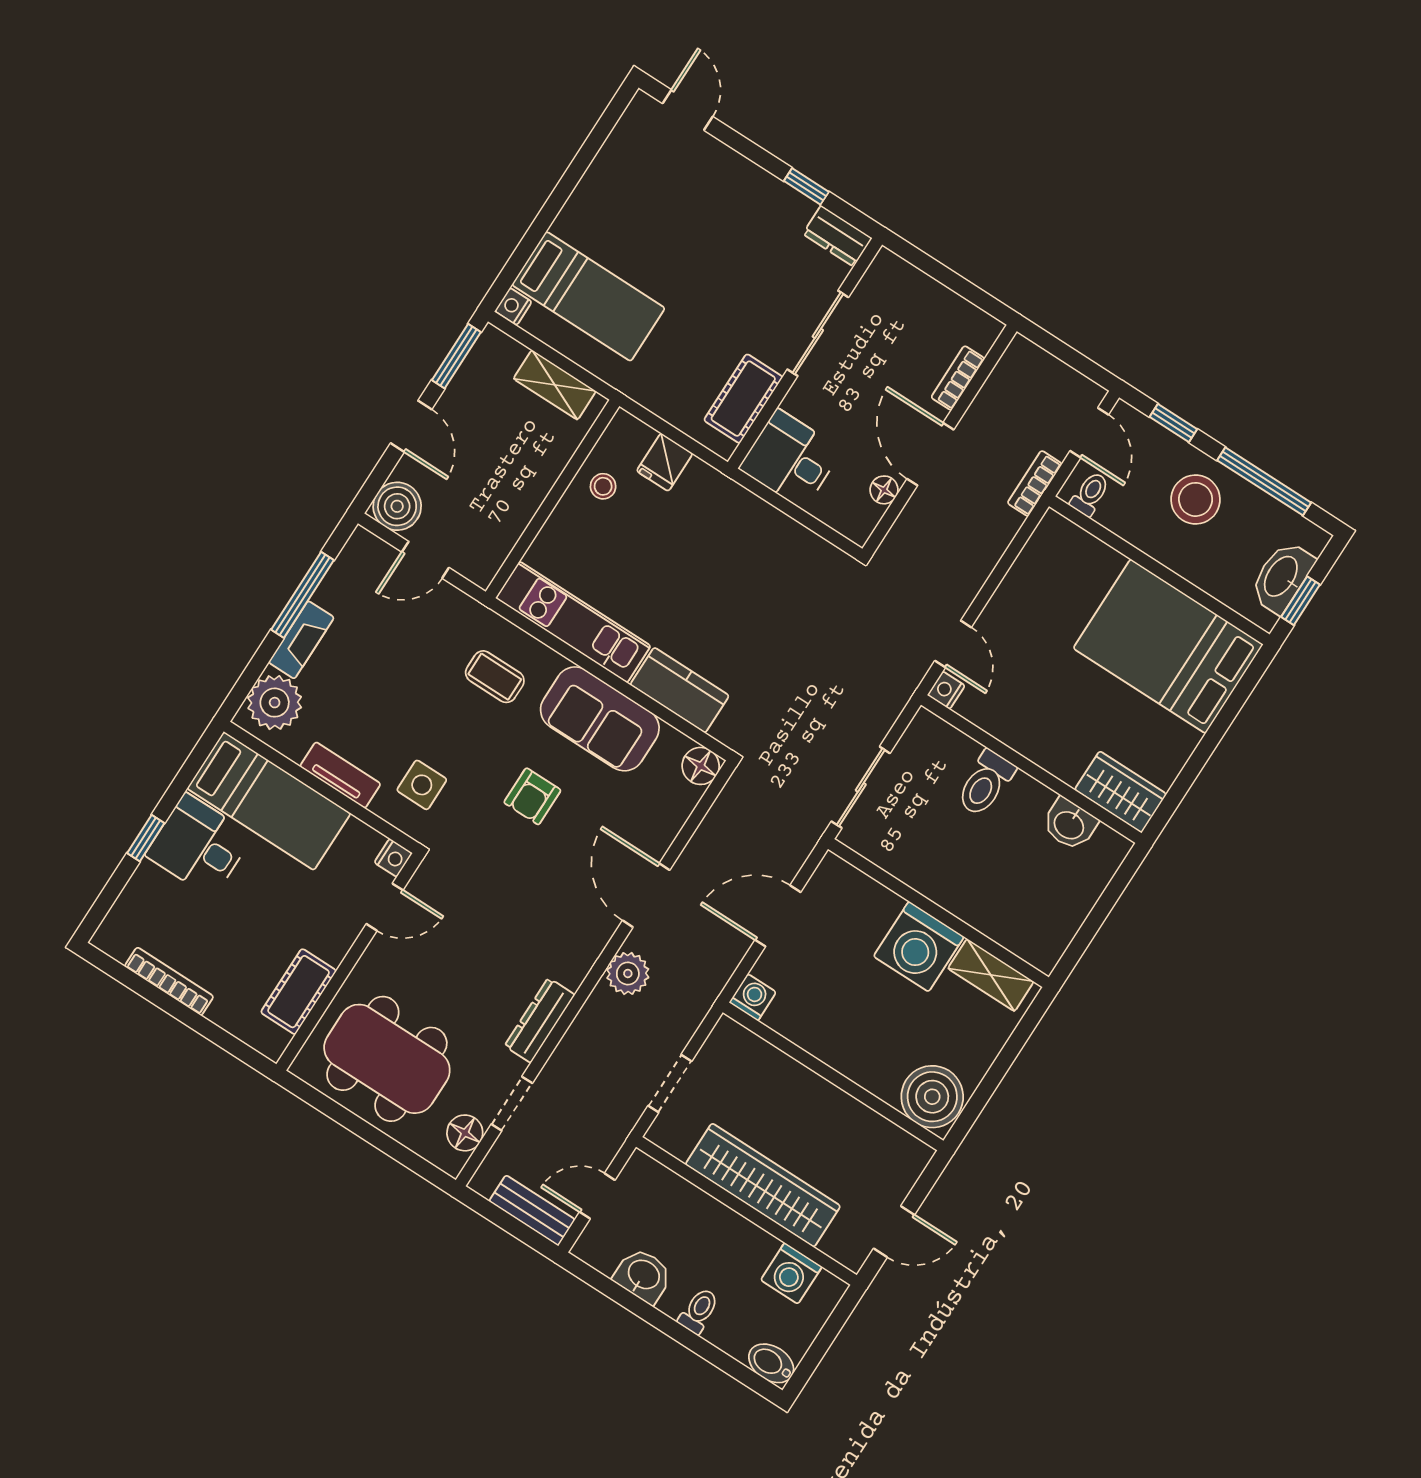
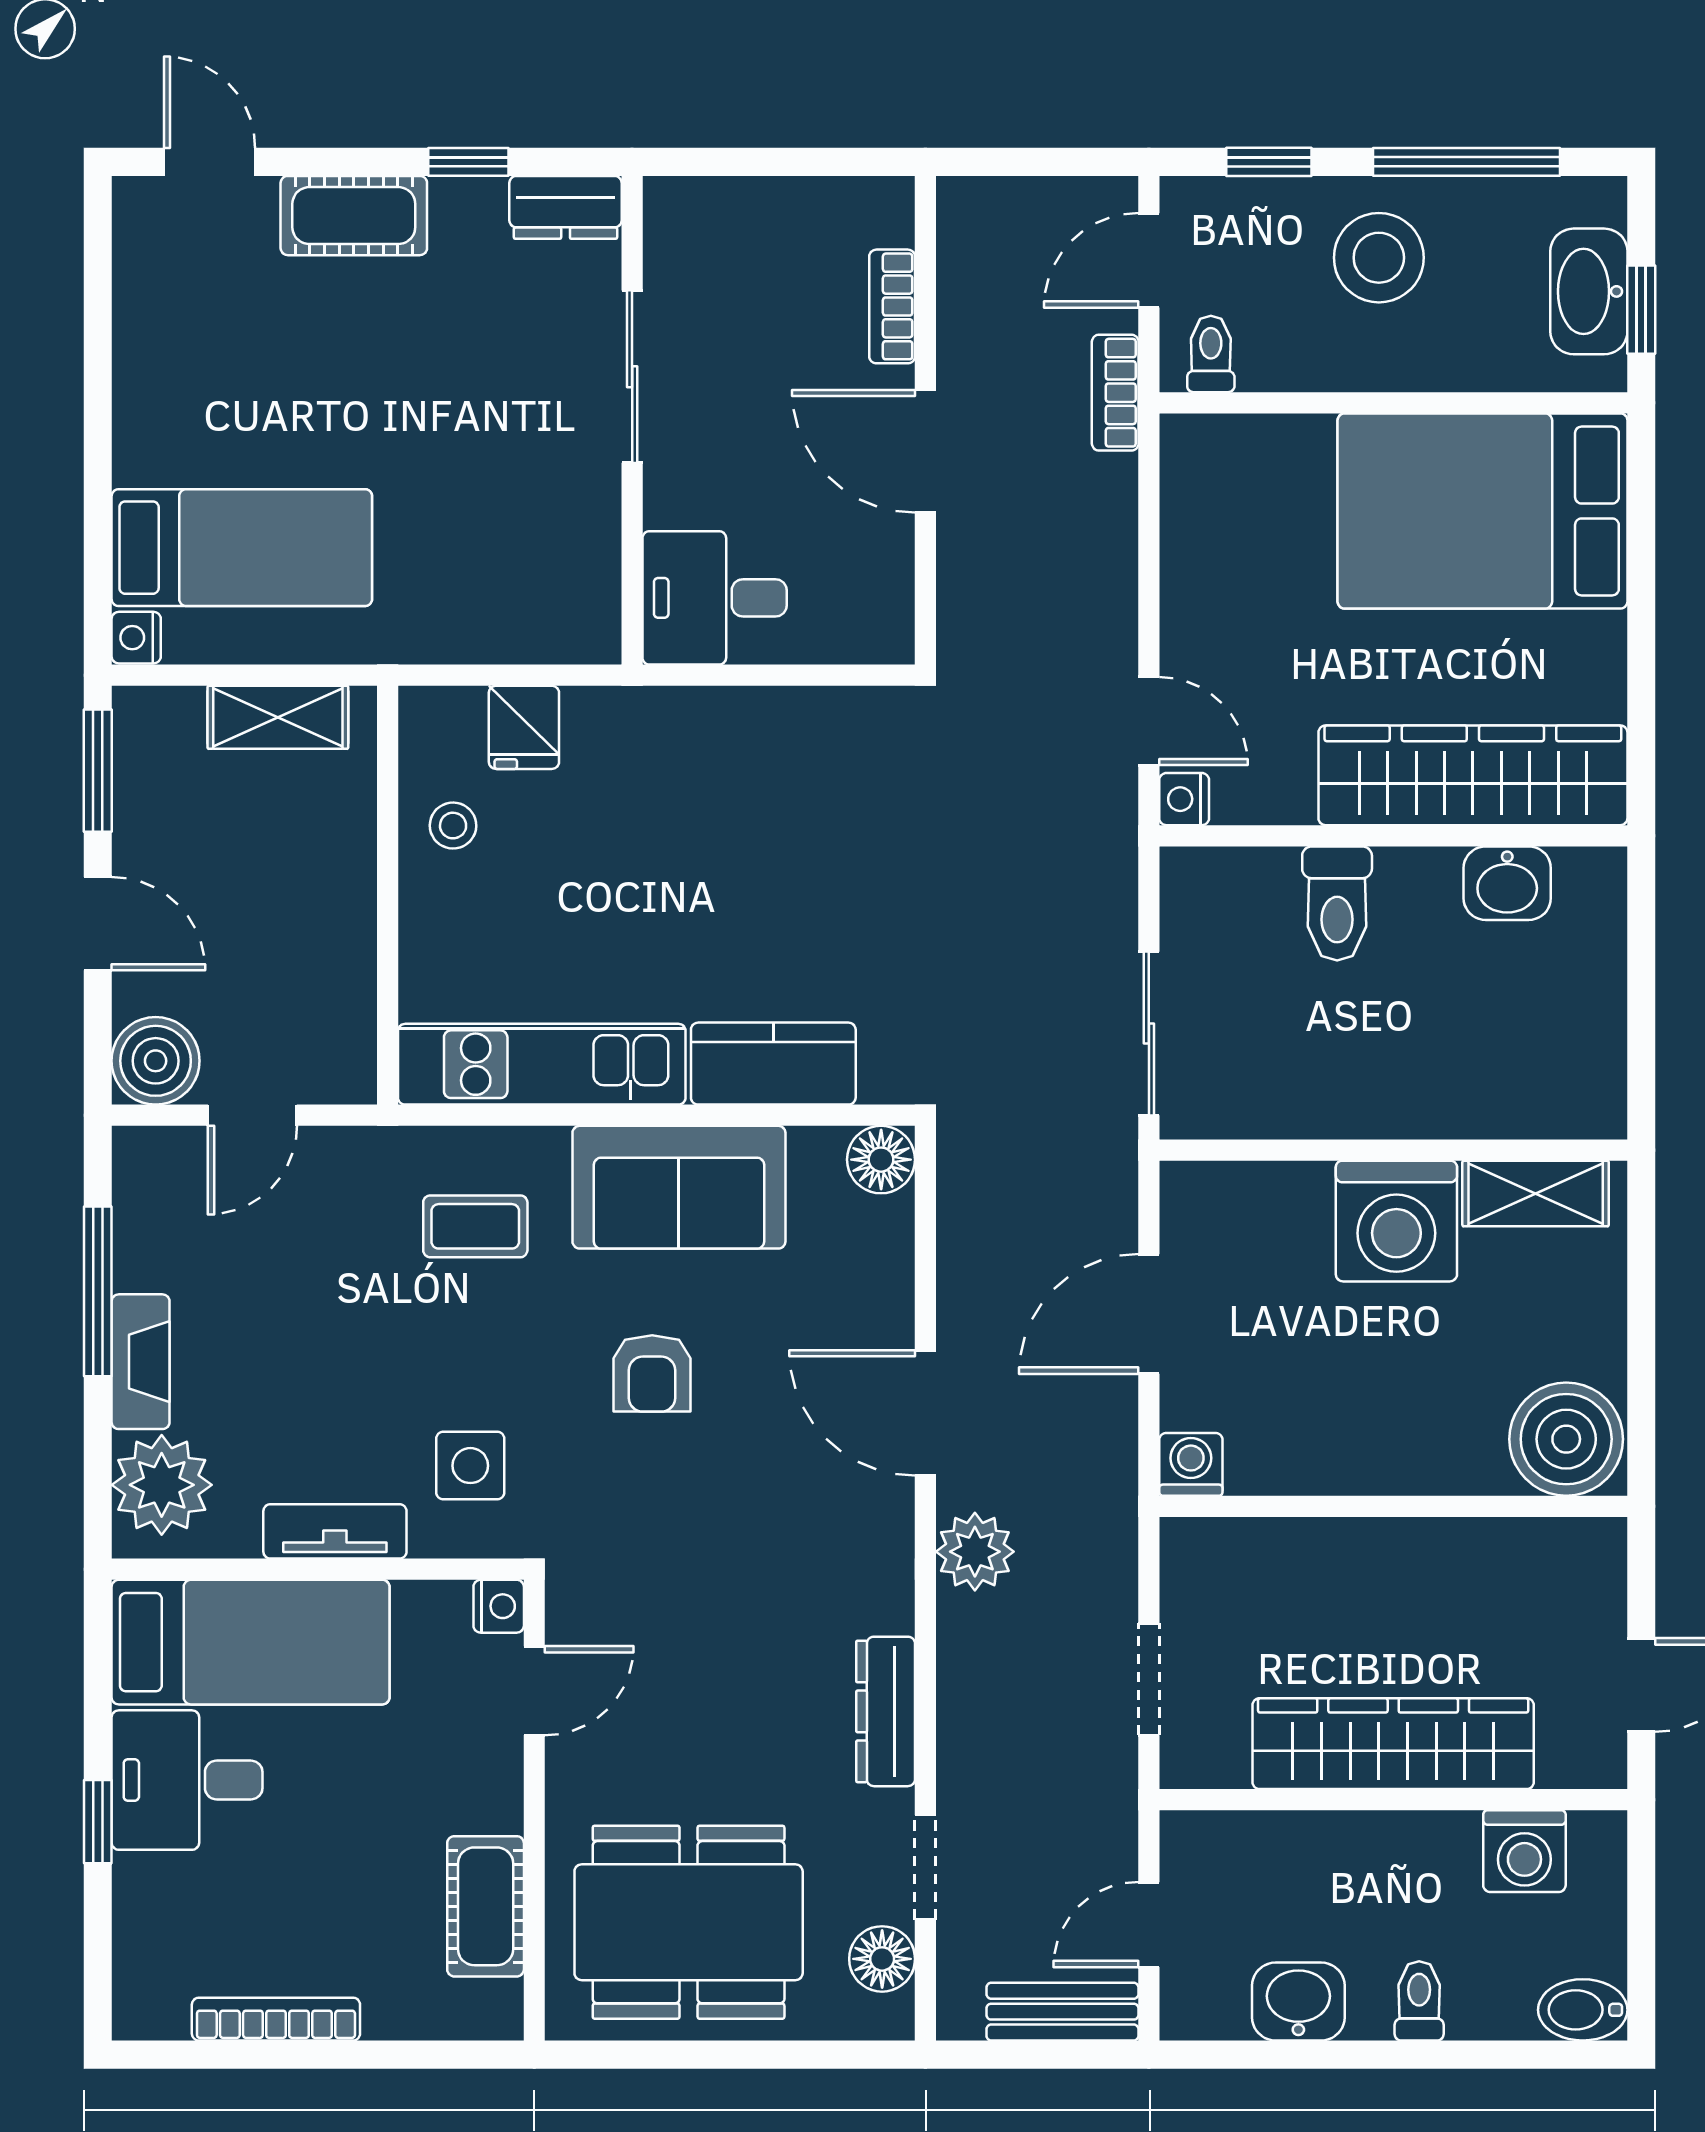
cot: (743, 399) -> (354, 216), moved, turned 90
door: (1089, 433) -> (1149, 260), swing flipped
floor lamp: (884, 490) -> (889, 552), removed
wardrobe: (1121, 792) -> (1473, 775), width x2.10, depth x1.17

